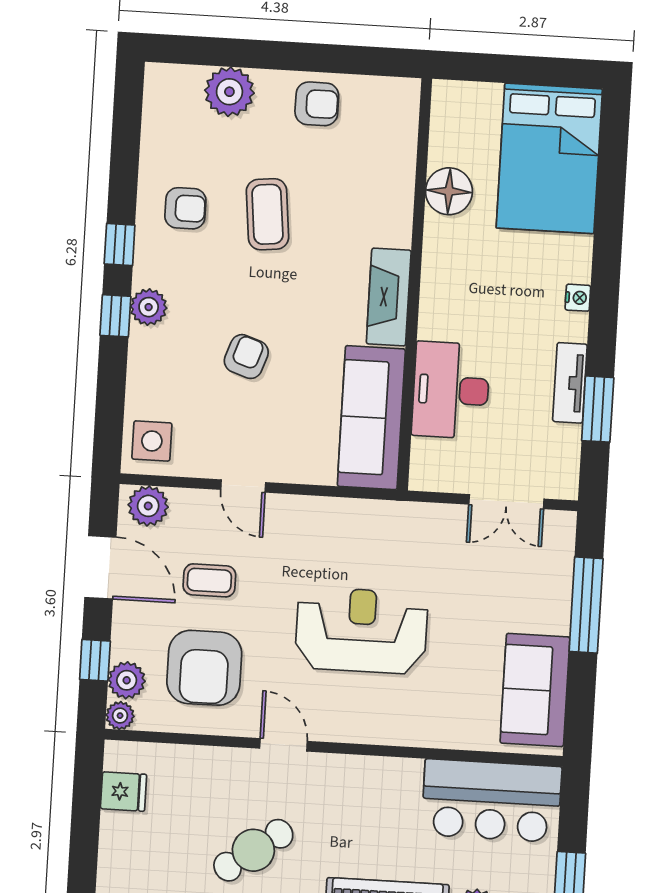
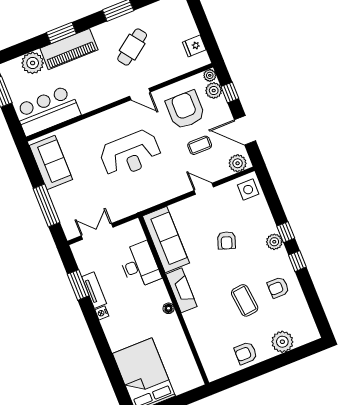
floor lamp: (449, 191) -> (169, 308), moved, width x0.53, depth x0.53
nightstand: (578, 298) -> (102, 313), moved

